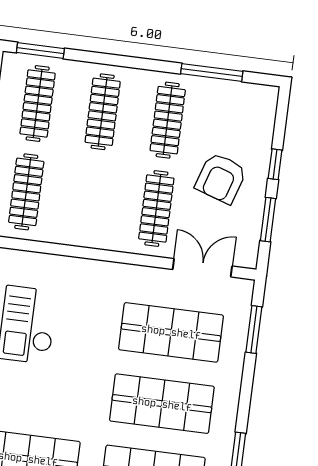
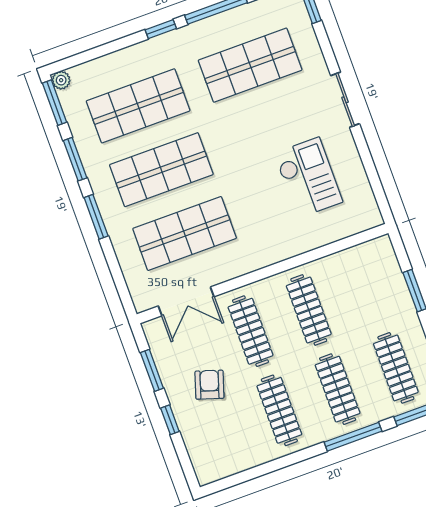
window: (212, 72) -> (353, 437), moved
armchair: (221, 178) -> (209, 385), width x0.72, depth x0.72
clothes rail: (26, 192) -> (309, 310), moved
window: (254, 330) -> (96, 217), moved

